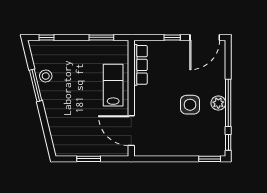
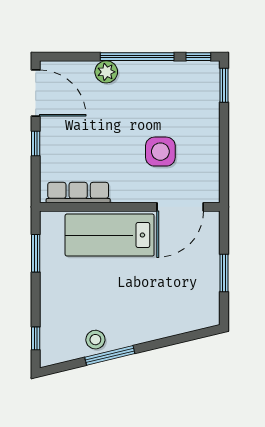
lab bench: (113, 85) -> (110, 235), width x1.36, depth x1.39
plant: (218, 103) -> (106, 72), moved
side table: (190, 105) -> (160, 152), moved

